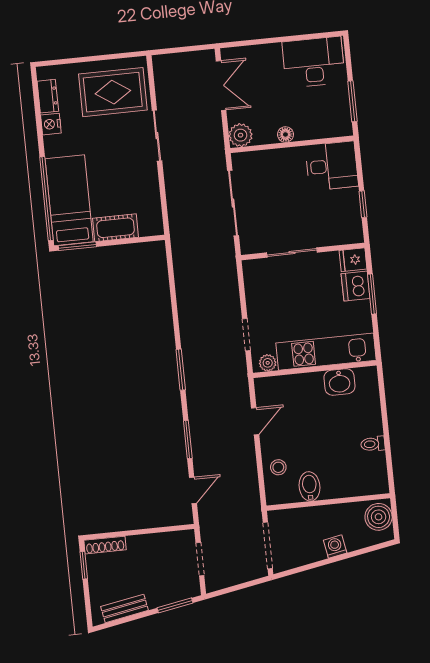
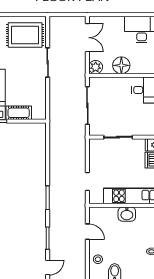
floor lamp: (285, 134) -> (121, 65), width x1.89, depth x1.89
plant: (268, 363) -> (98, 199), removed
washbasin: (339, 382) -> (127, 214), moved
door: (255, 421) -> (87, 232), hinge flipped

